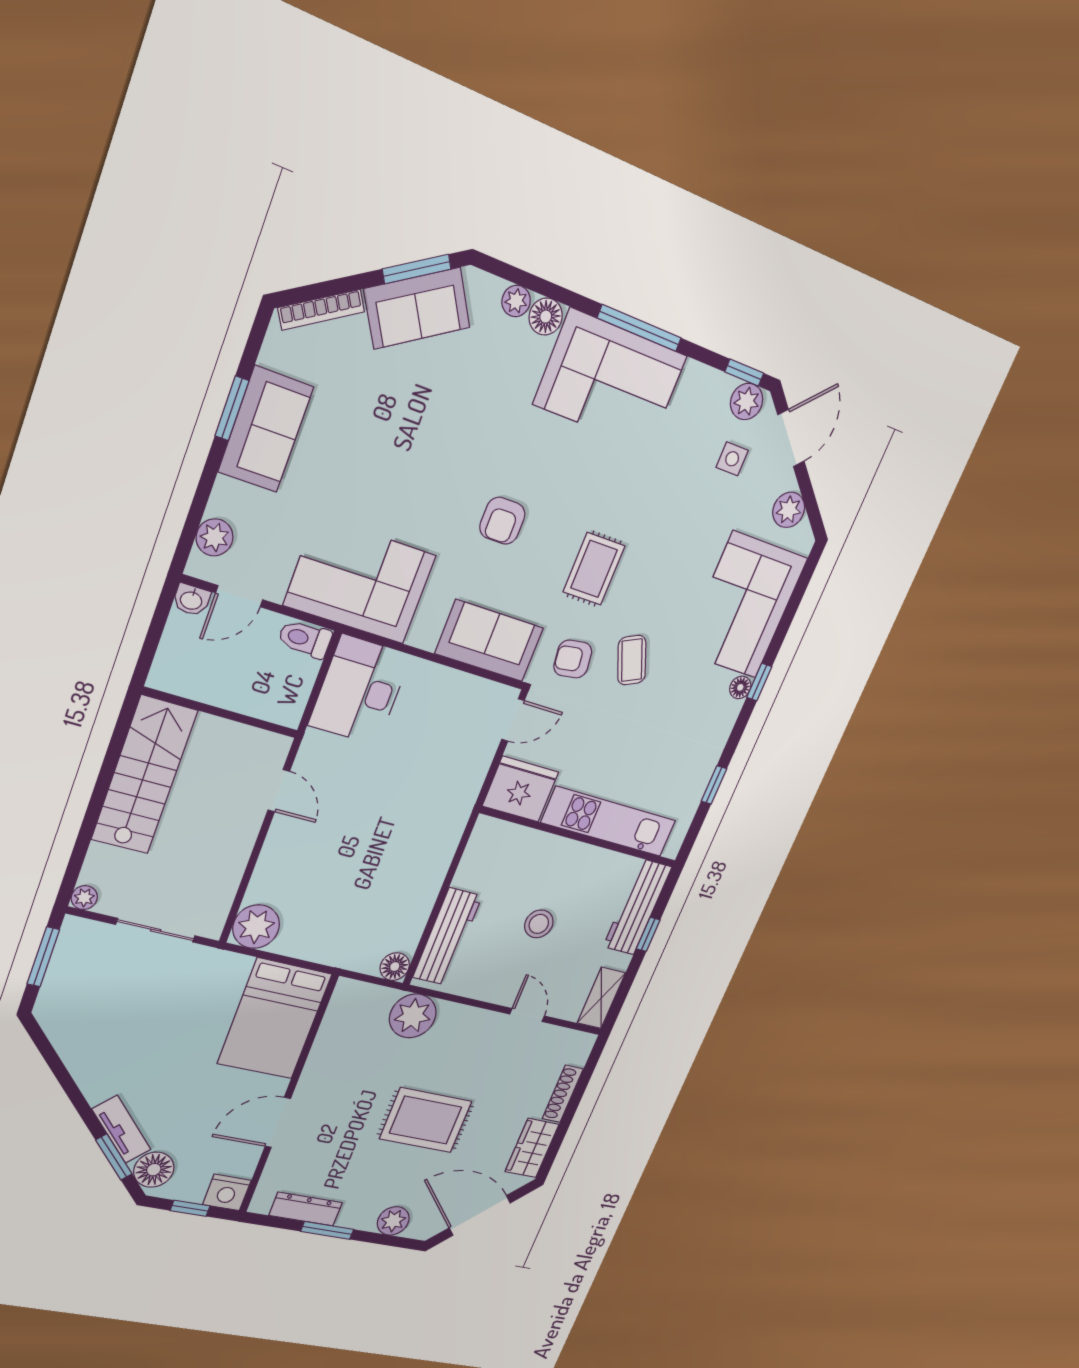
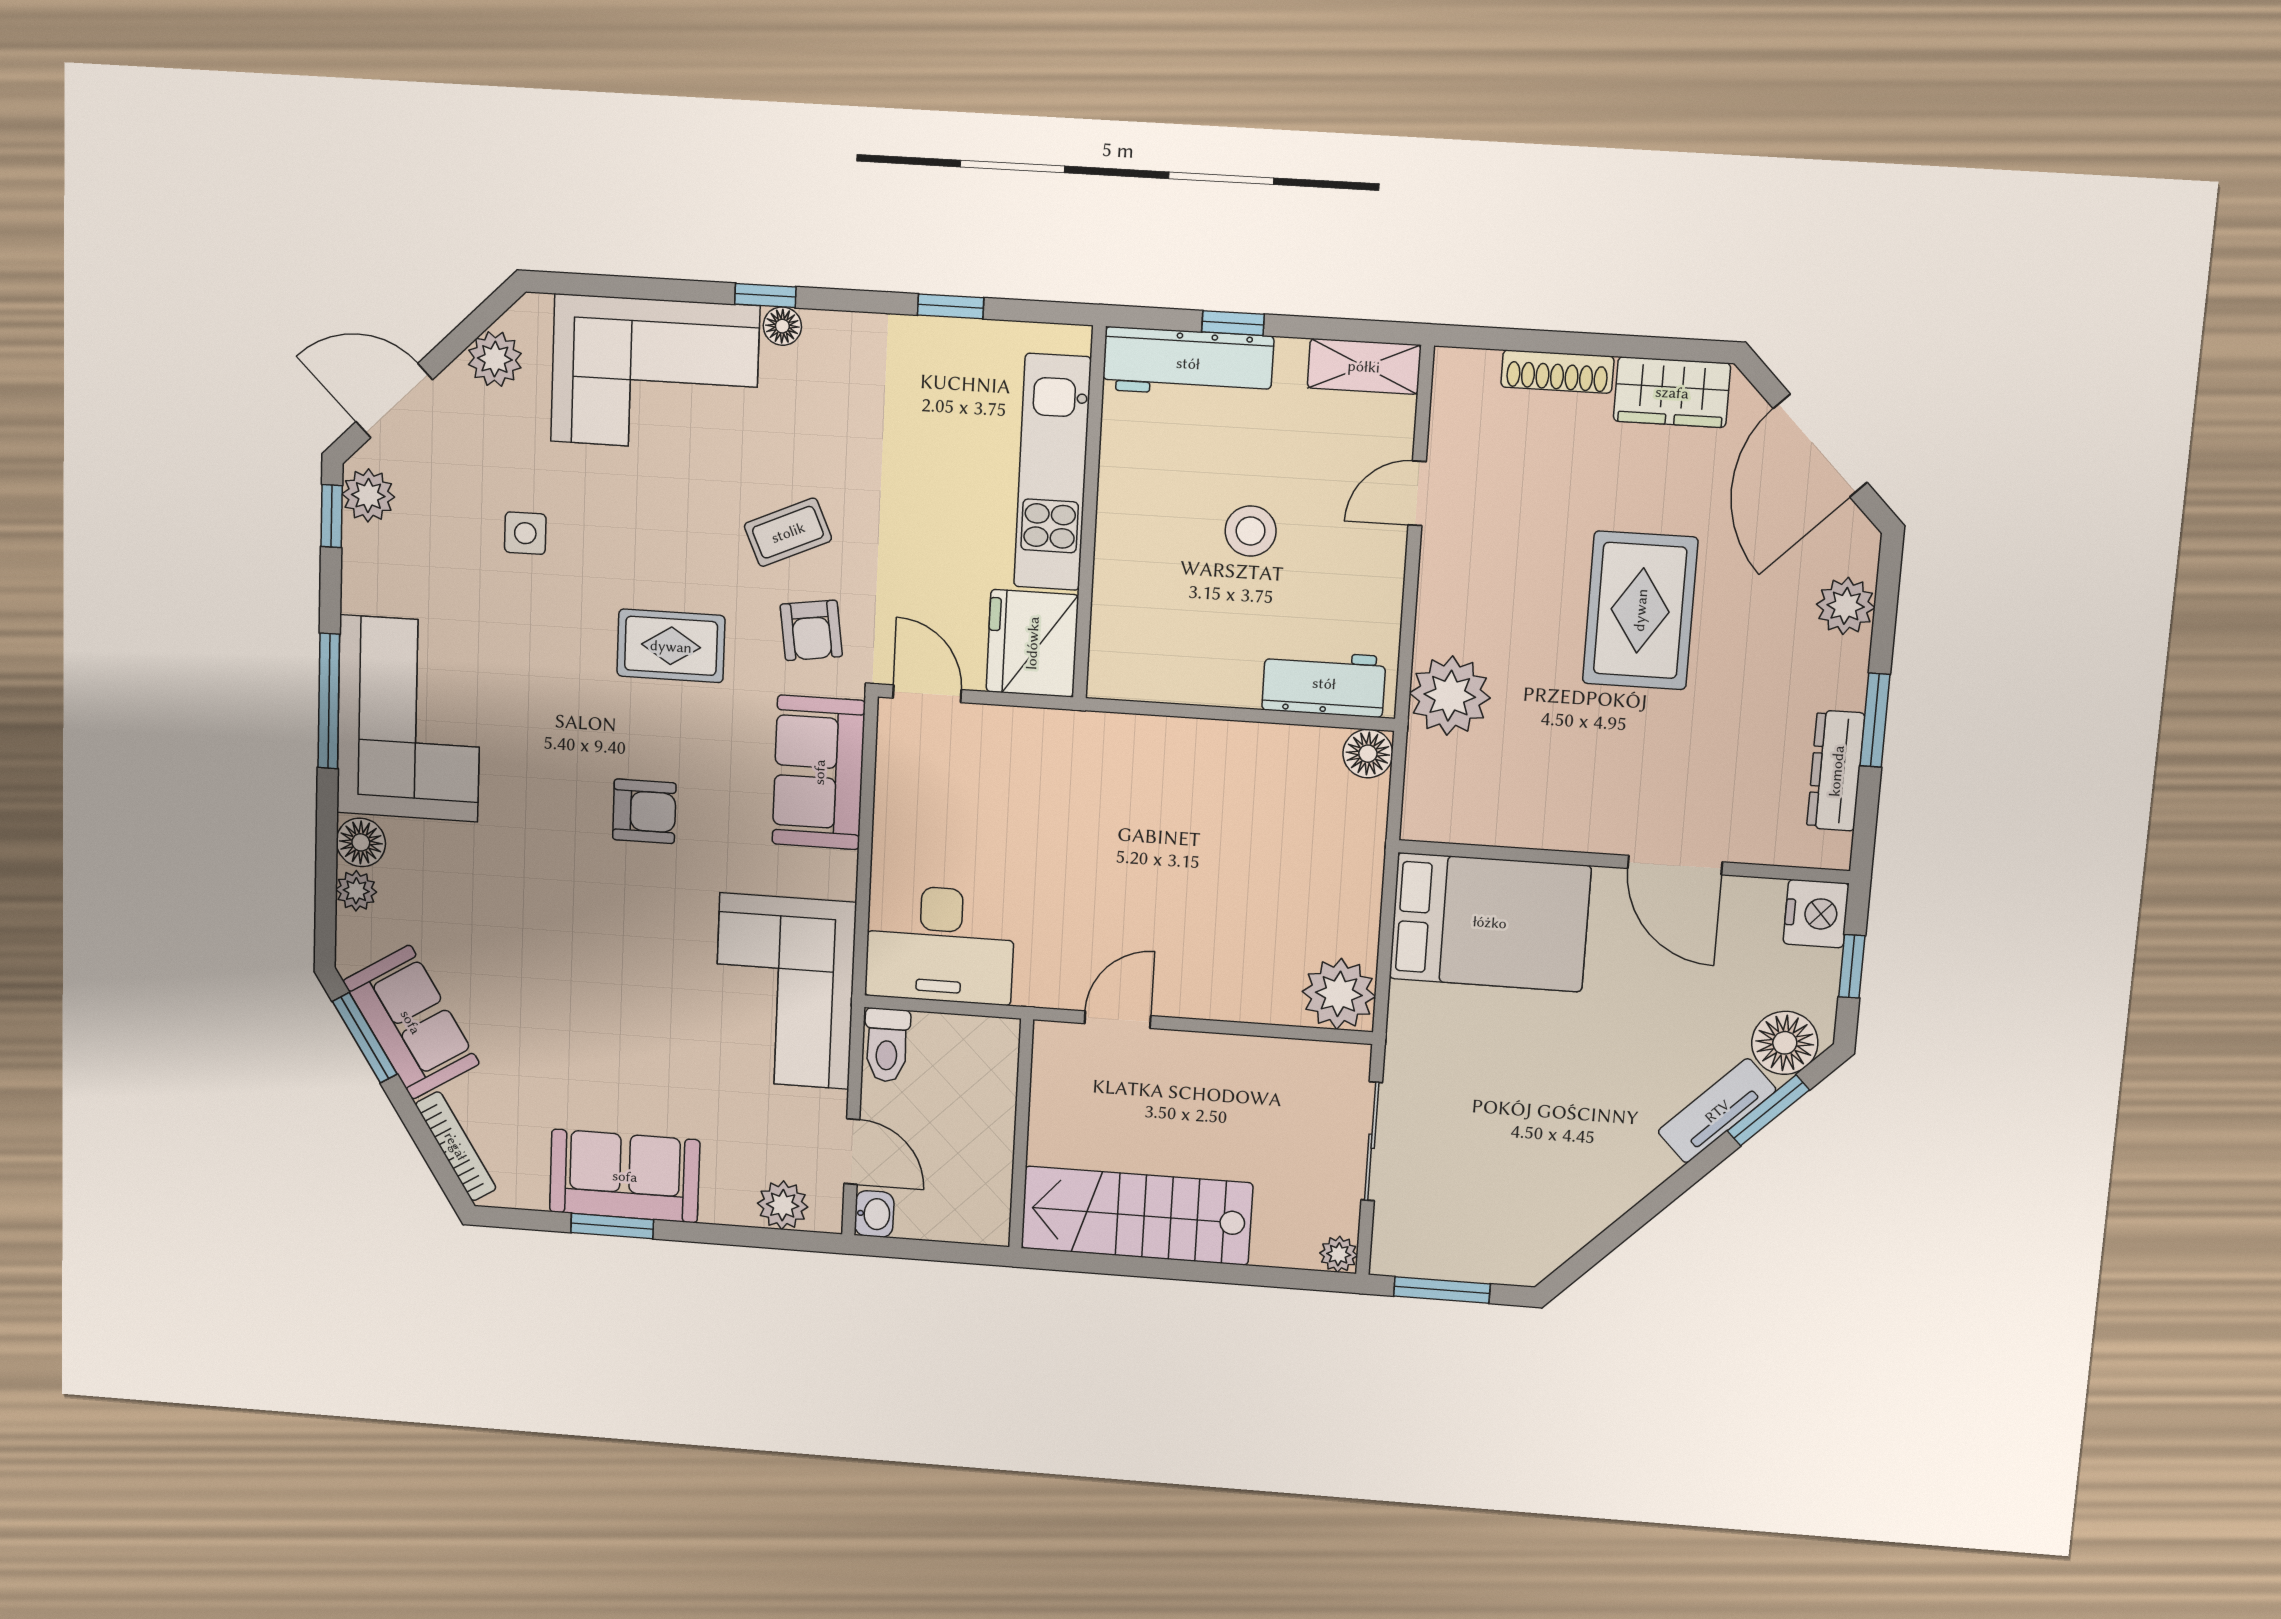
side table: (732, 459) -> (525, 533), moved
workbench: (447, 937) -> (1324, 683), width x0.73

